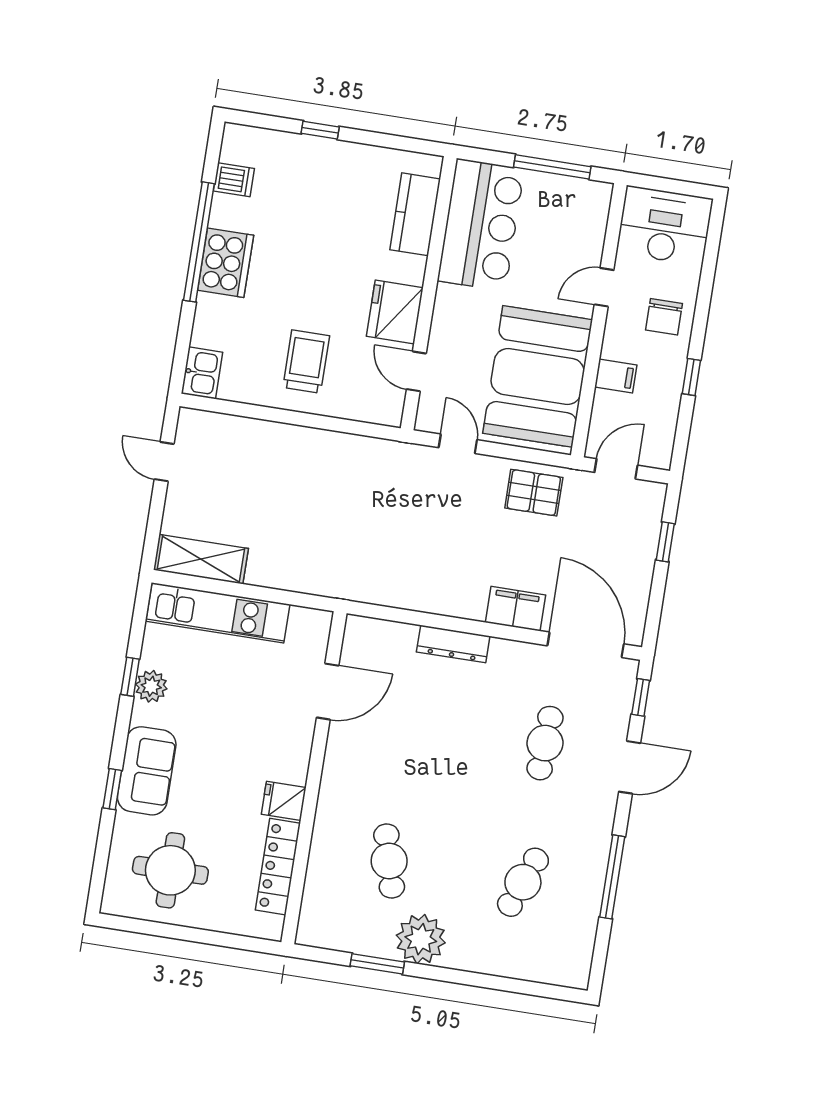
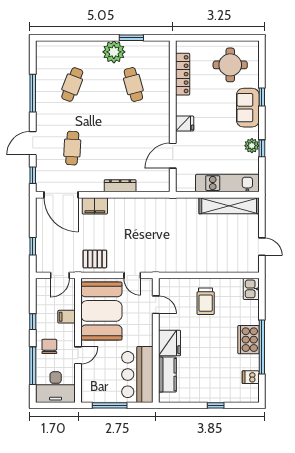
window: (707, 280) -> (33, 366), added
fridge: (395, 312) -> (170, 343), moved
shelving: (201, 559) -> (229, 206), width x1.47
fridge: (284, 801) -> (185, 123), moved

